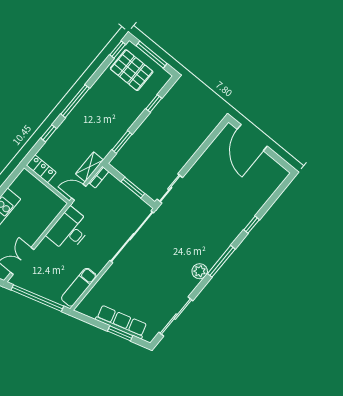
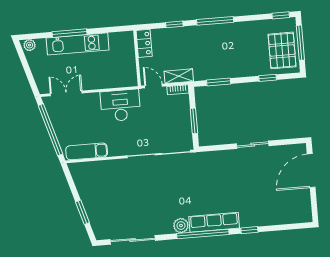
pallet: (132, 70) -> (282, 50), moved
sliding door: (170, 188) -> (253, 145), moved
window: (221, 261) -> (203, 234), width x1.46
row of seats: (121, 322) -> (214, 222), moved, turned -74

